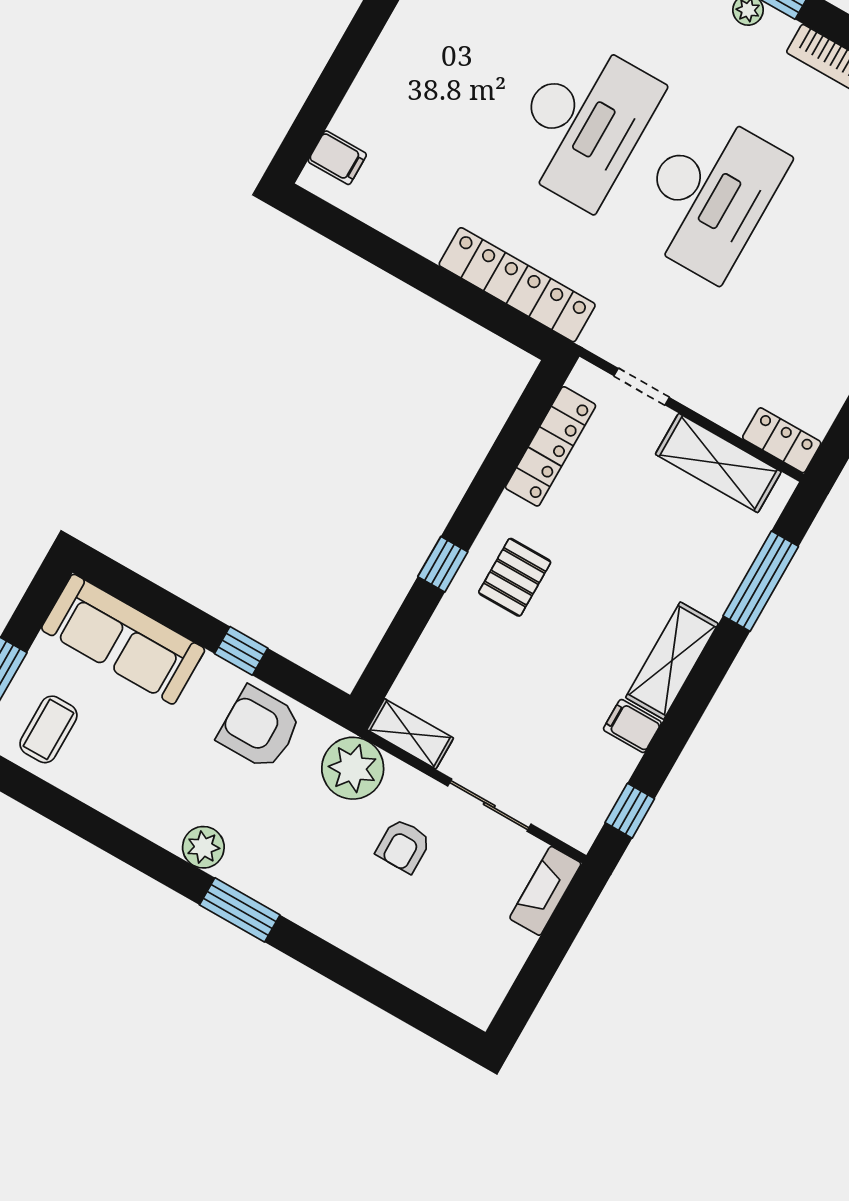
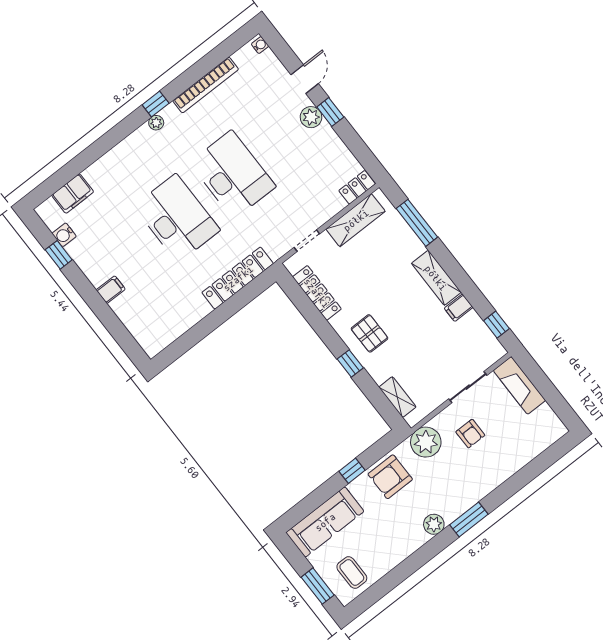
filing cabinet: (337, 158) -> (111, 290), moved
shelving: (410, 734) -> (397, 397), moved, turned 90
fireplace: (545, 891) -> (519, 385), width x1.37, depth x1.32

